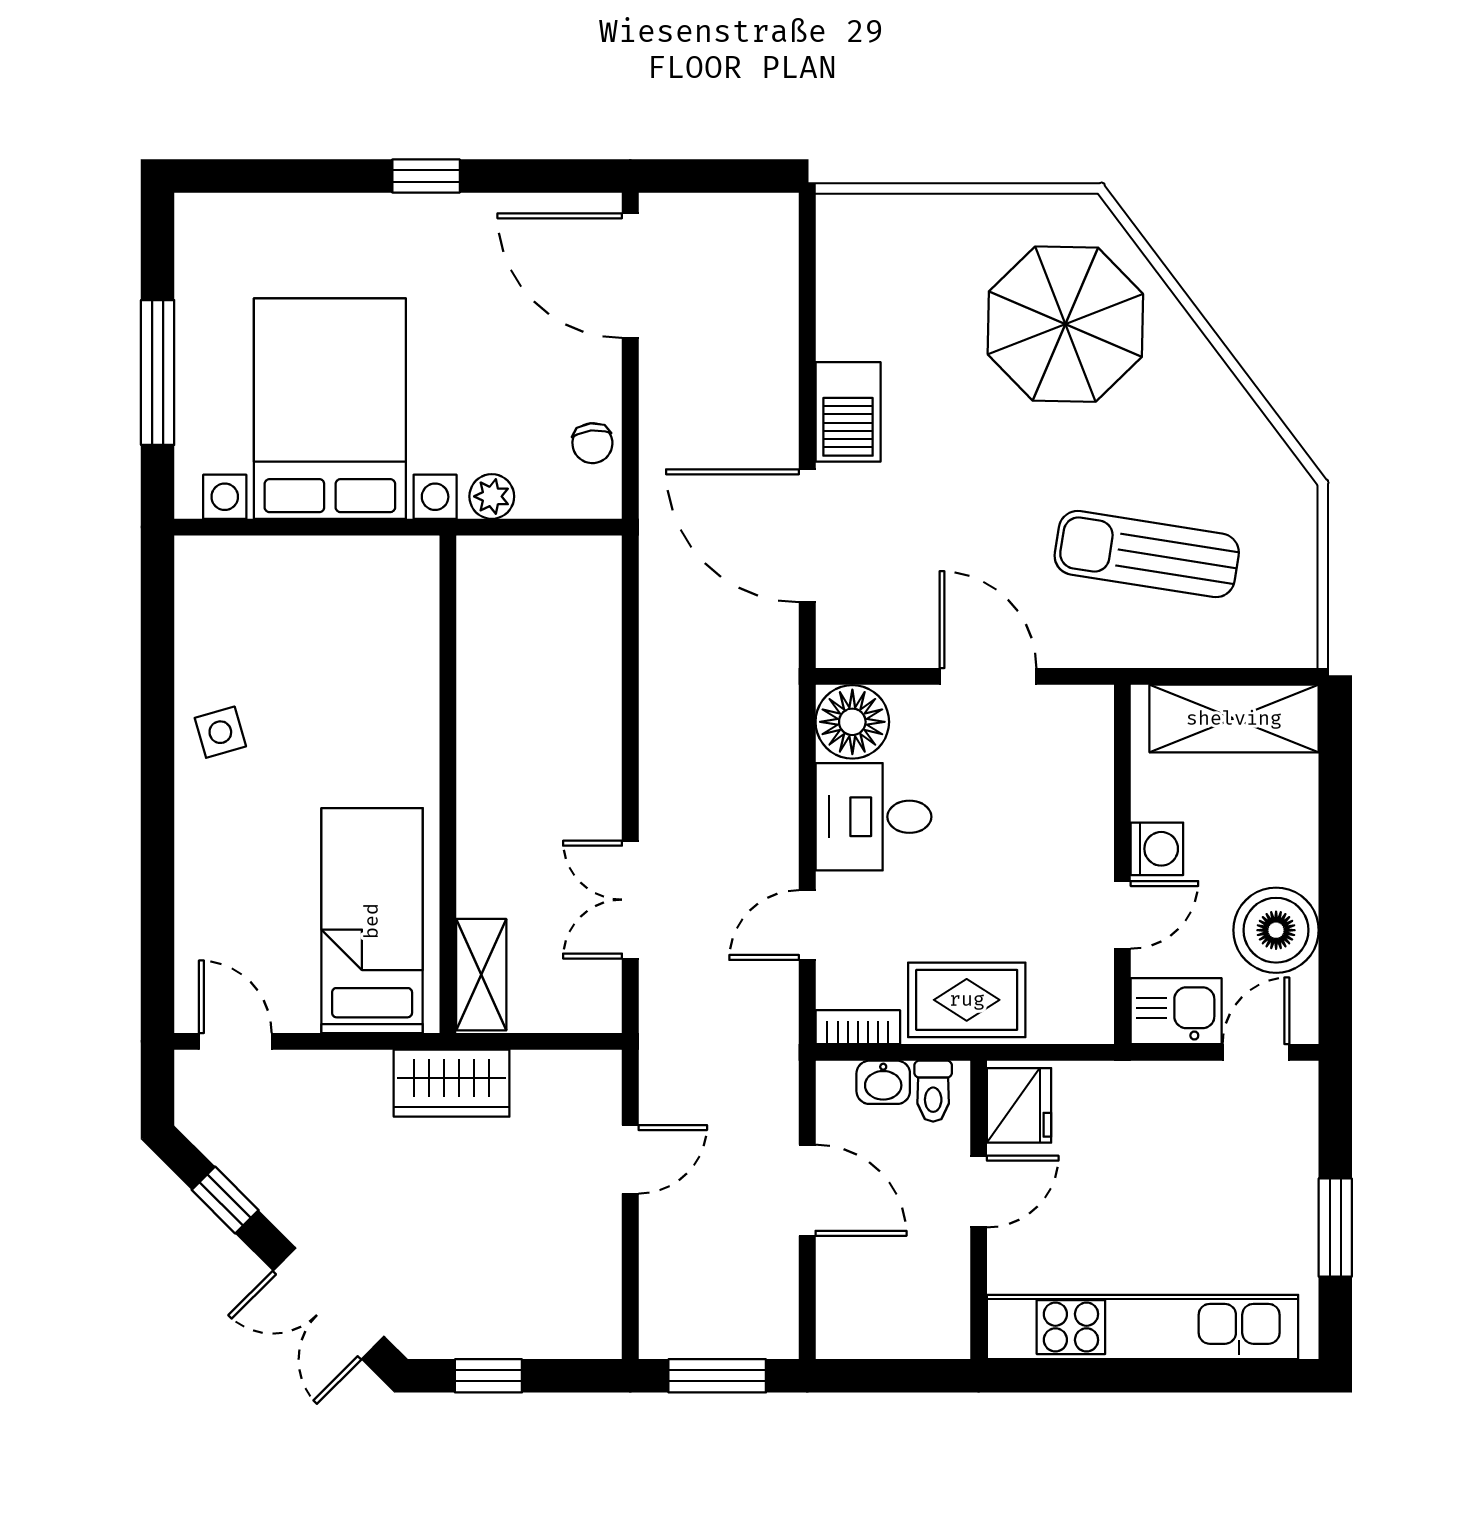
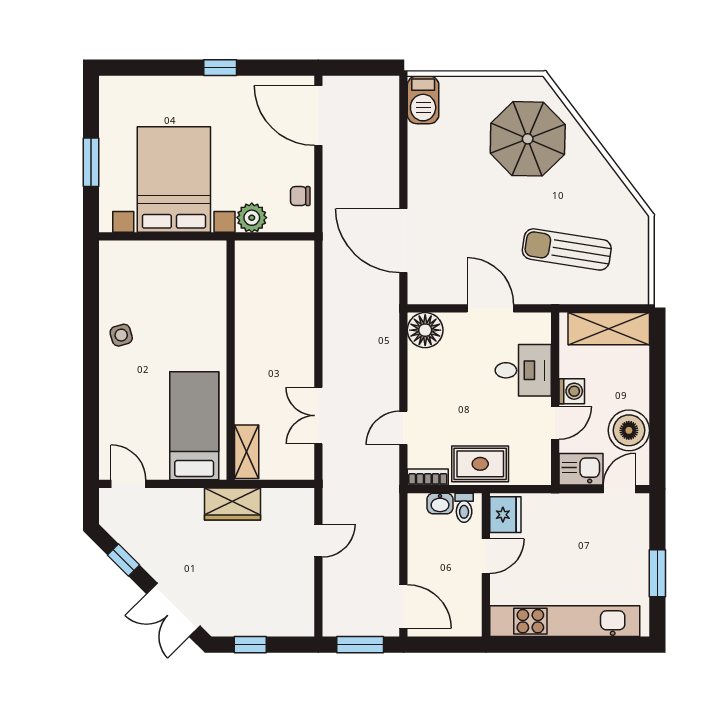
window: (158, 373) -> (91, 162), width x0.69
barbecue: (848, 412) -> (423, 100), moved
chair: (592, 443) -> (300, 196), turned 96
plant: (492, 496) -> (252, 218), width x1.38, depth x1.38
desk: (873, 817) -> (523, 370), moved, turned 180
door: (807, 1190) -> (403, 607), moved

